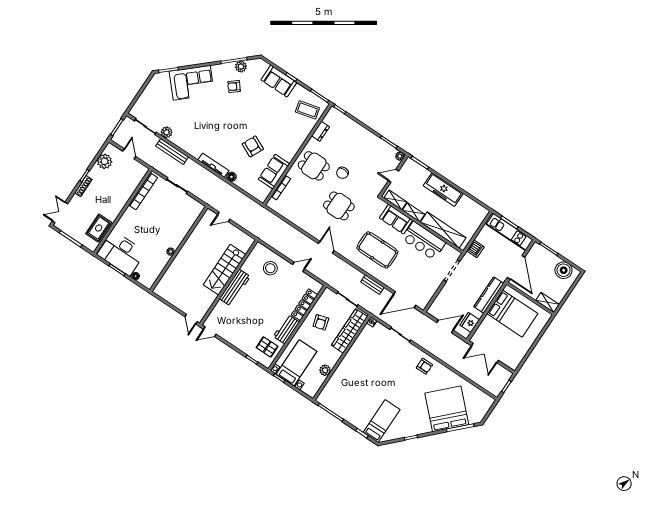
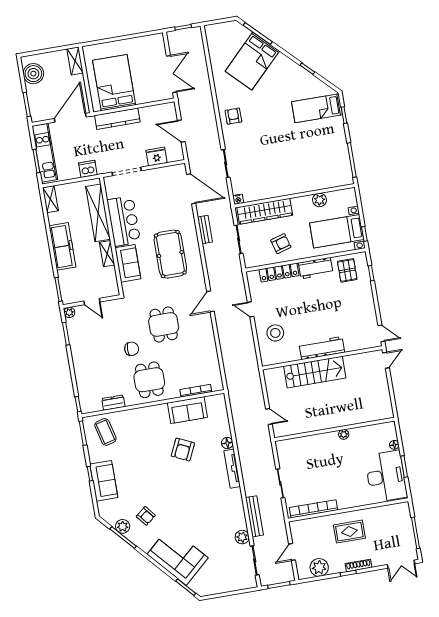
shelving: (395, 200) -> (50, 199), moved
rug: (99, 228) -> (349, 532), moved
fridge: (470, 322) -> (156, 157), moved, turned 180
bed: (447, 409) -> (252, 61), width x0.73

